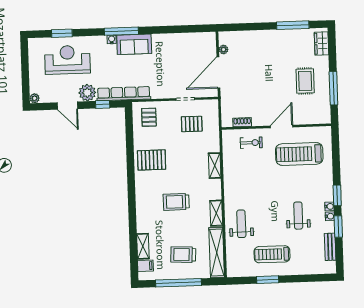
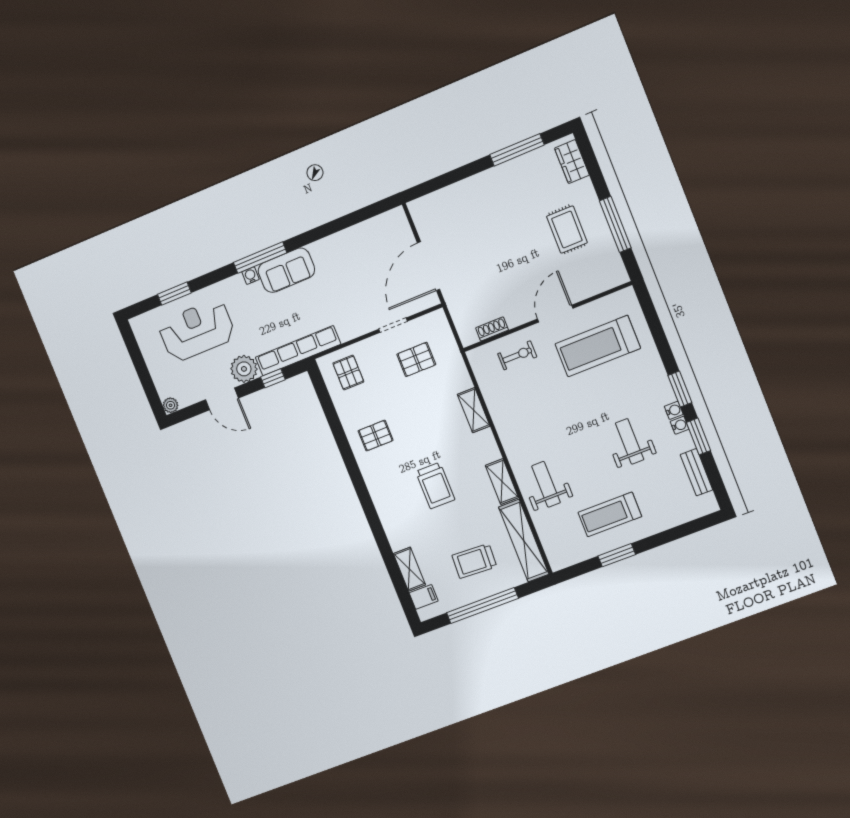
plant: (224, 50) -> (424, 228), removed
pallet: (152, 160) -> (376, 436), width x0.67, depth x0.71
trolley: (176, 202) -> (435, 485), turned -90

